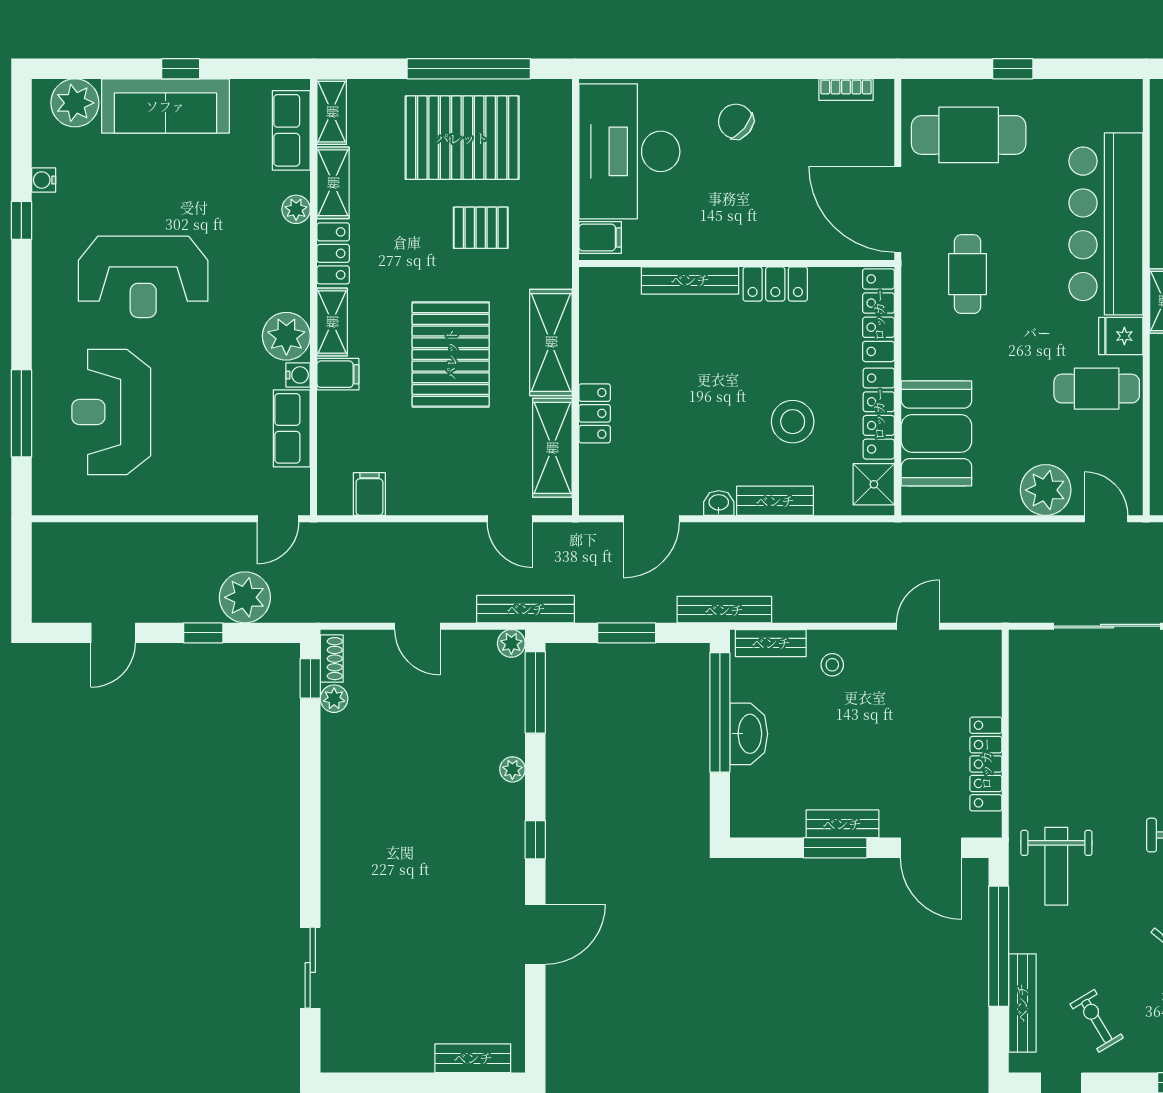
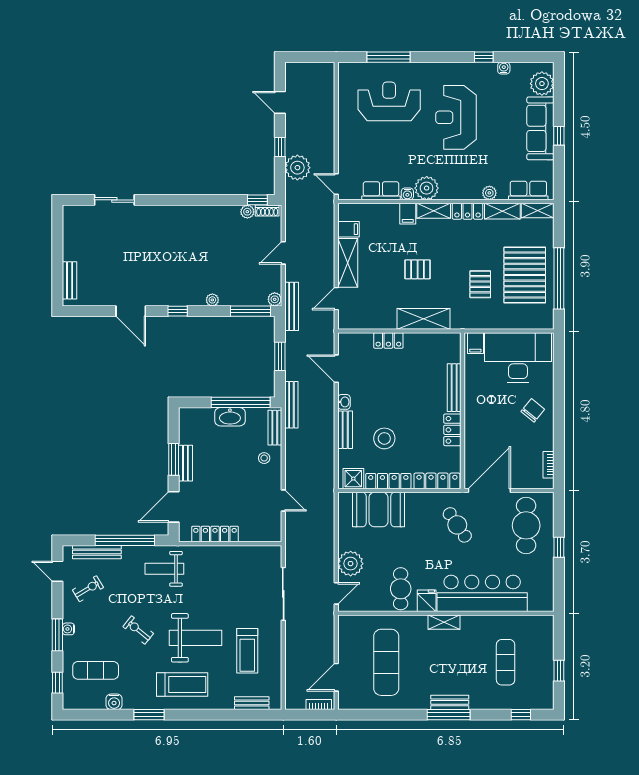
cafe table: (968, 274) -> (457, 525), turned 56
pallet: (451, 354) -> (418, 269), width x0.49, depth x0.50
shelving: (552, 448) -> (348, 263), moved, turned 90

